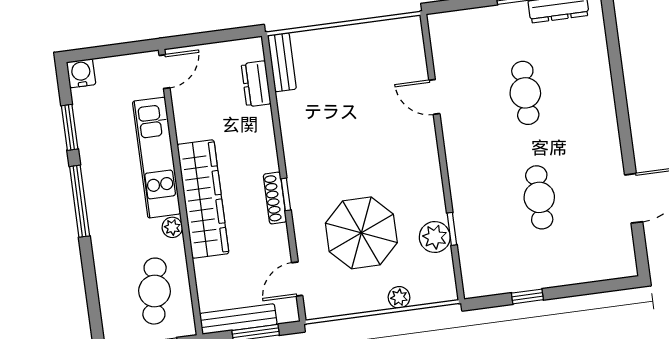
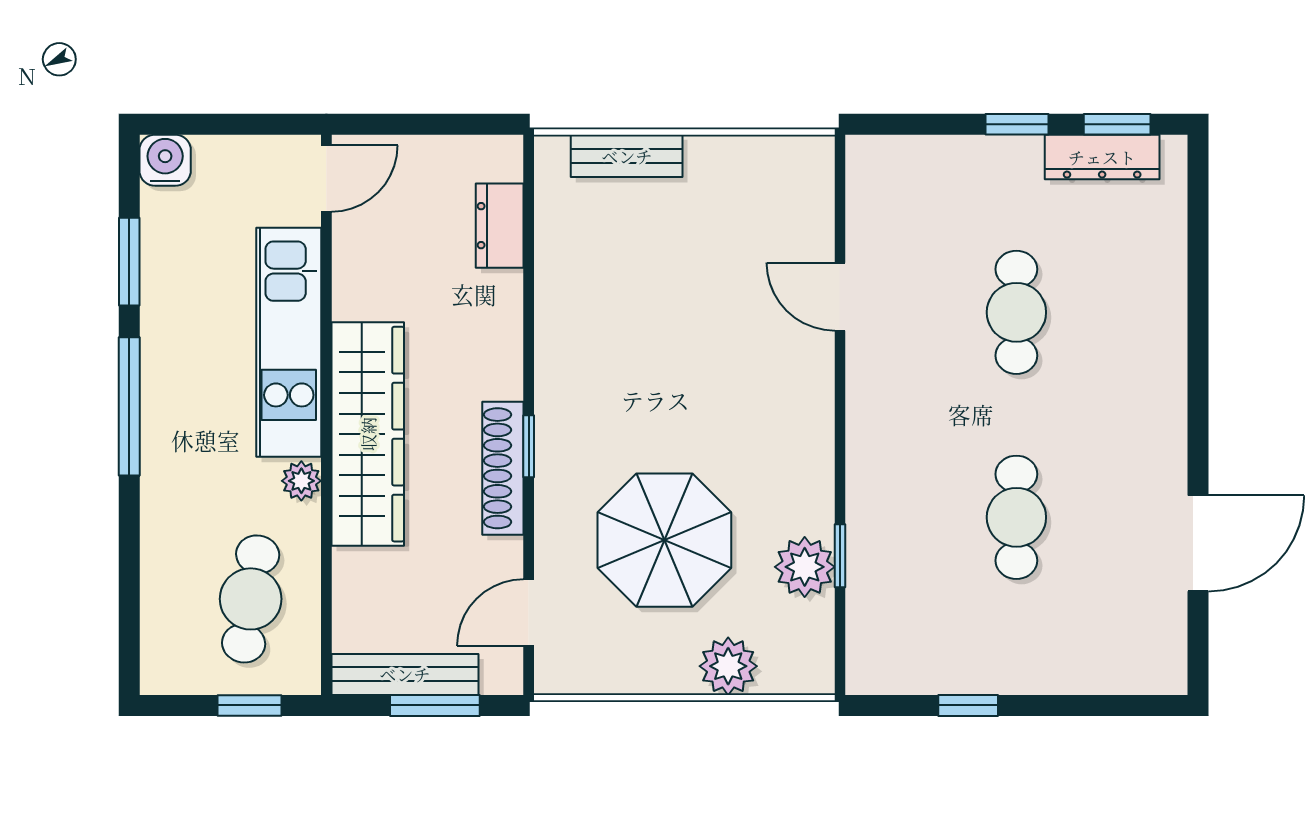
bench: (282, 62) -> (627, 156), moved, turned 90
shoe rack: (275, 198) -> (503, 468), width x1.36, depth x1.24
plant: (399, 297) -> (728, 666), width x1.38, depth x1.38

